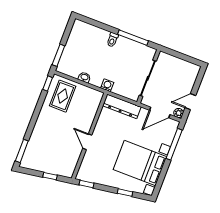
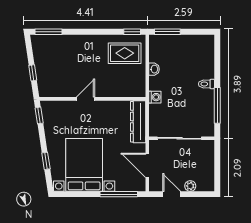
plant: (179, 113) -> (190, 186), moved

